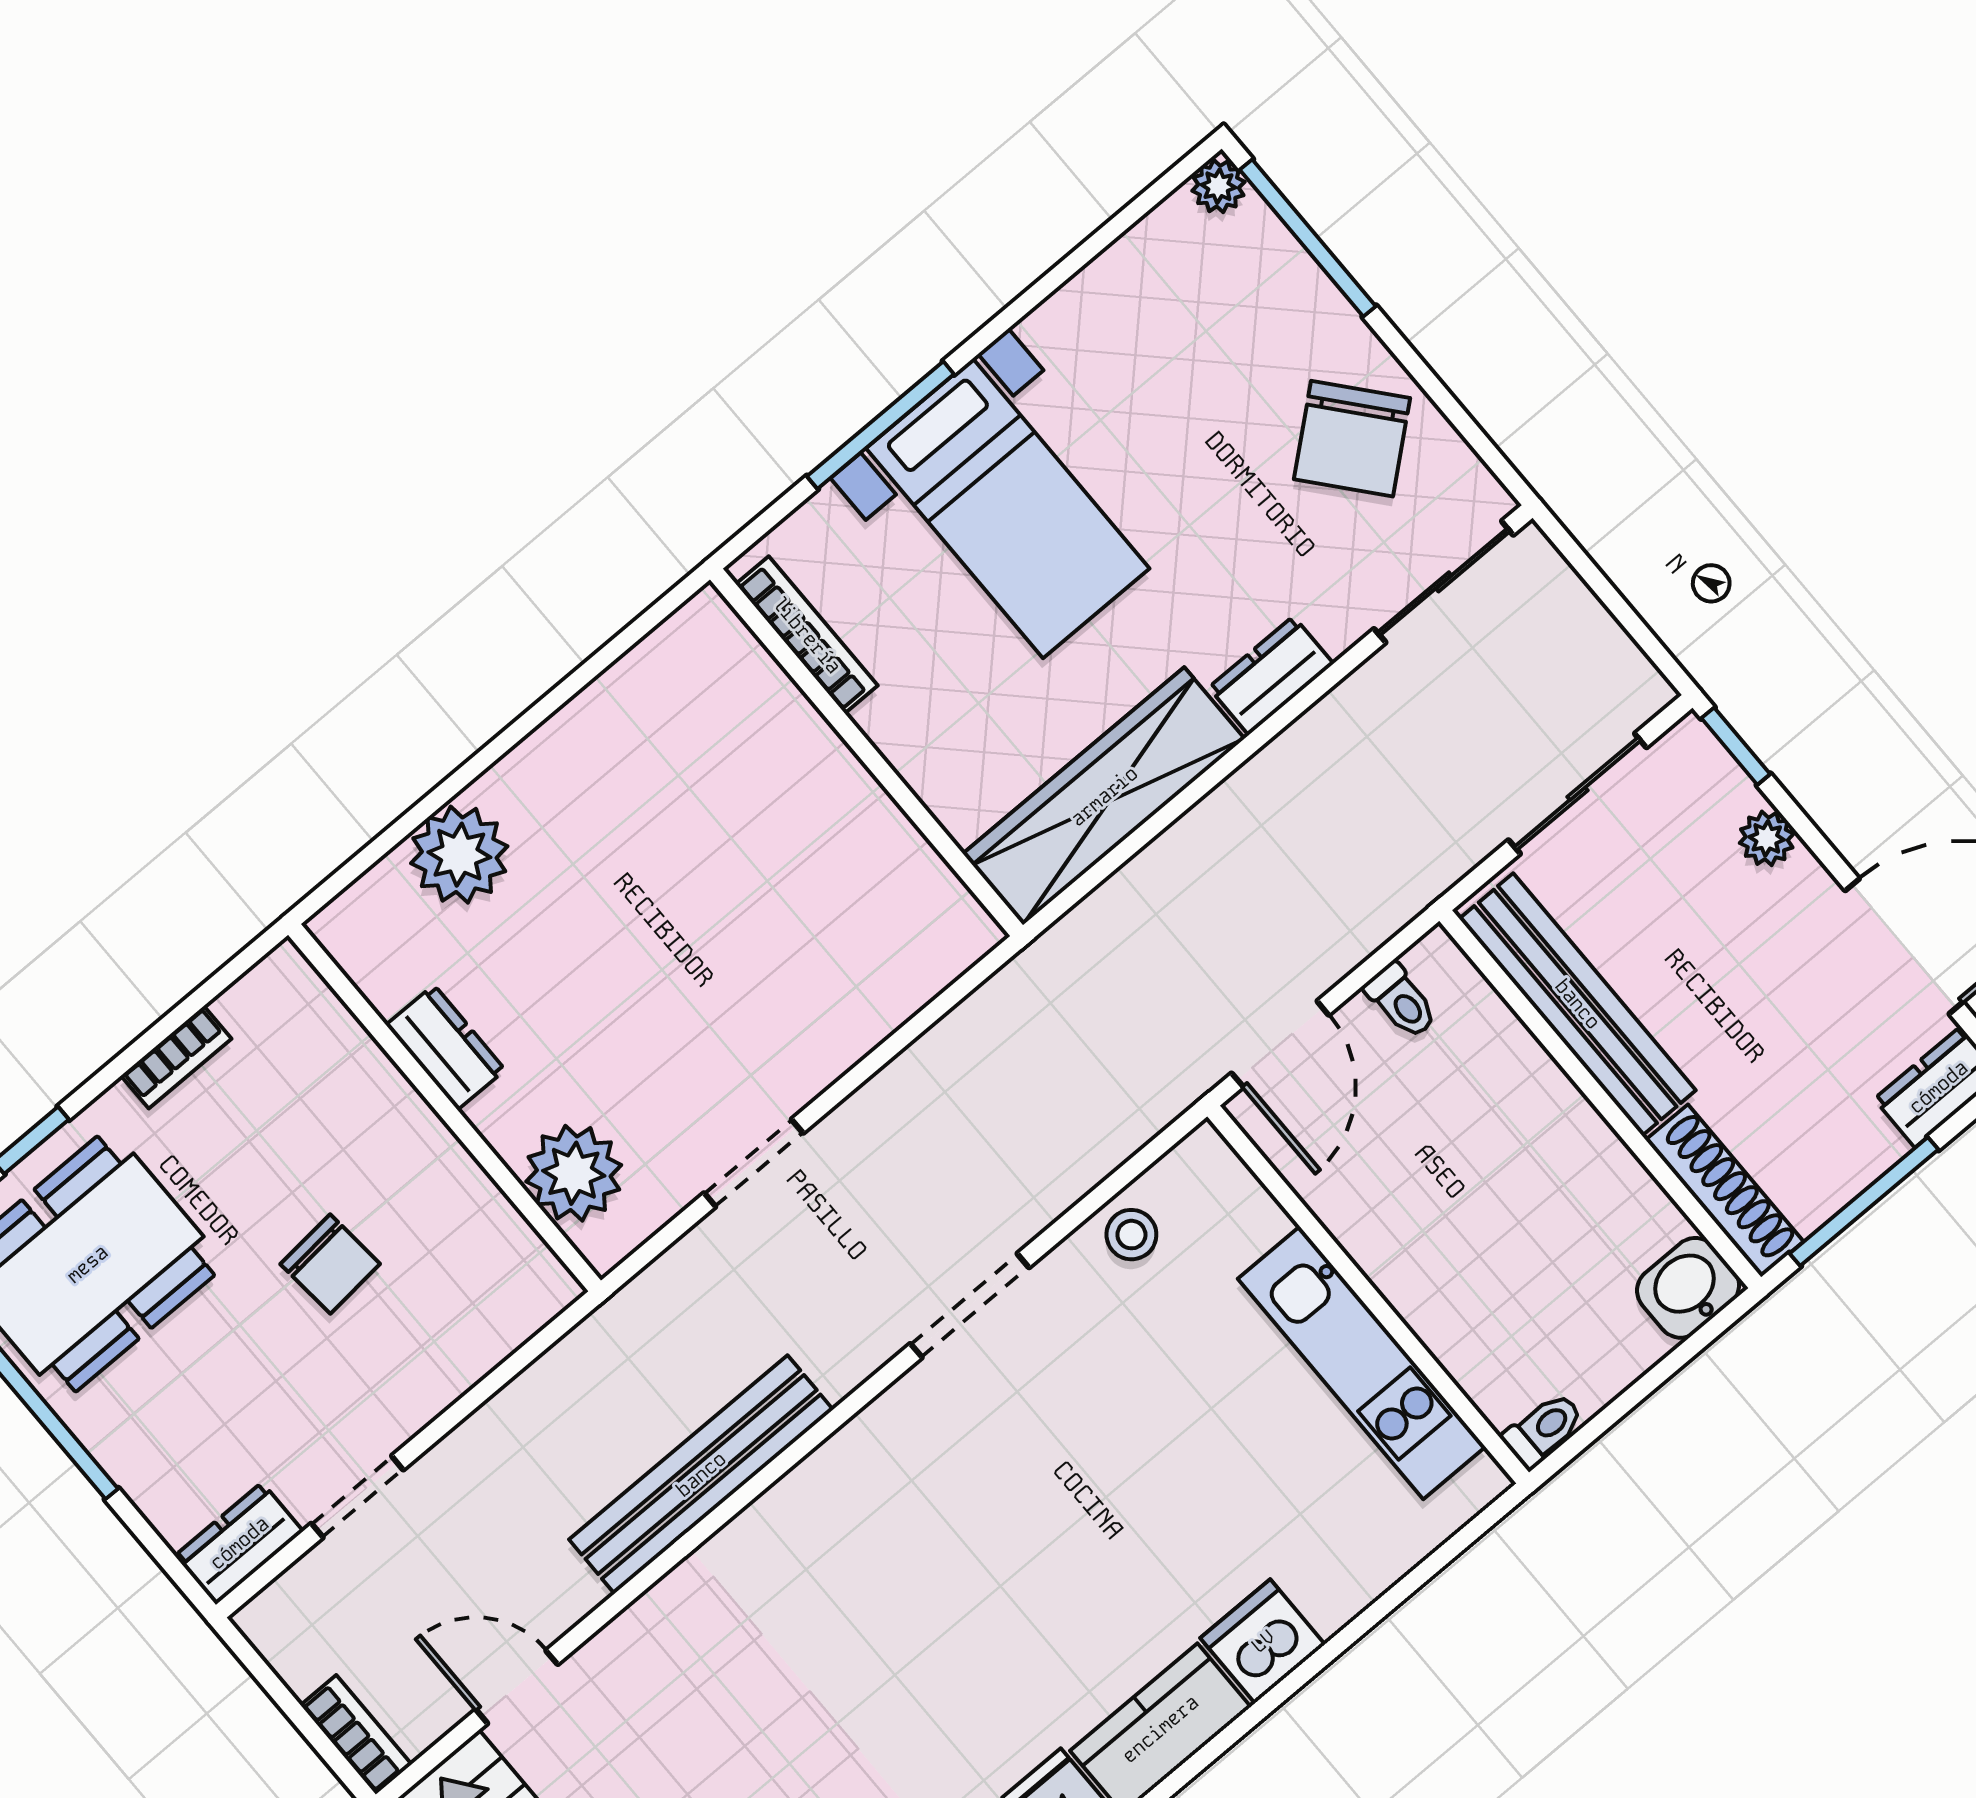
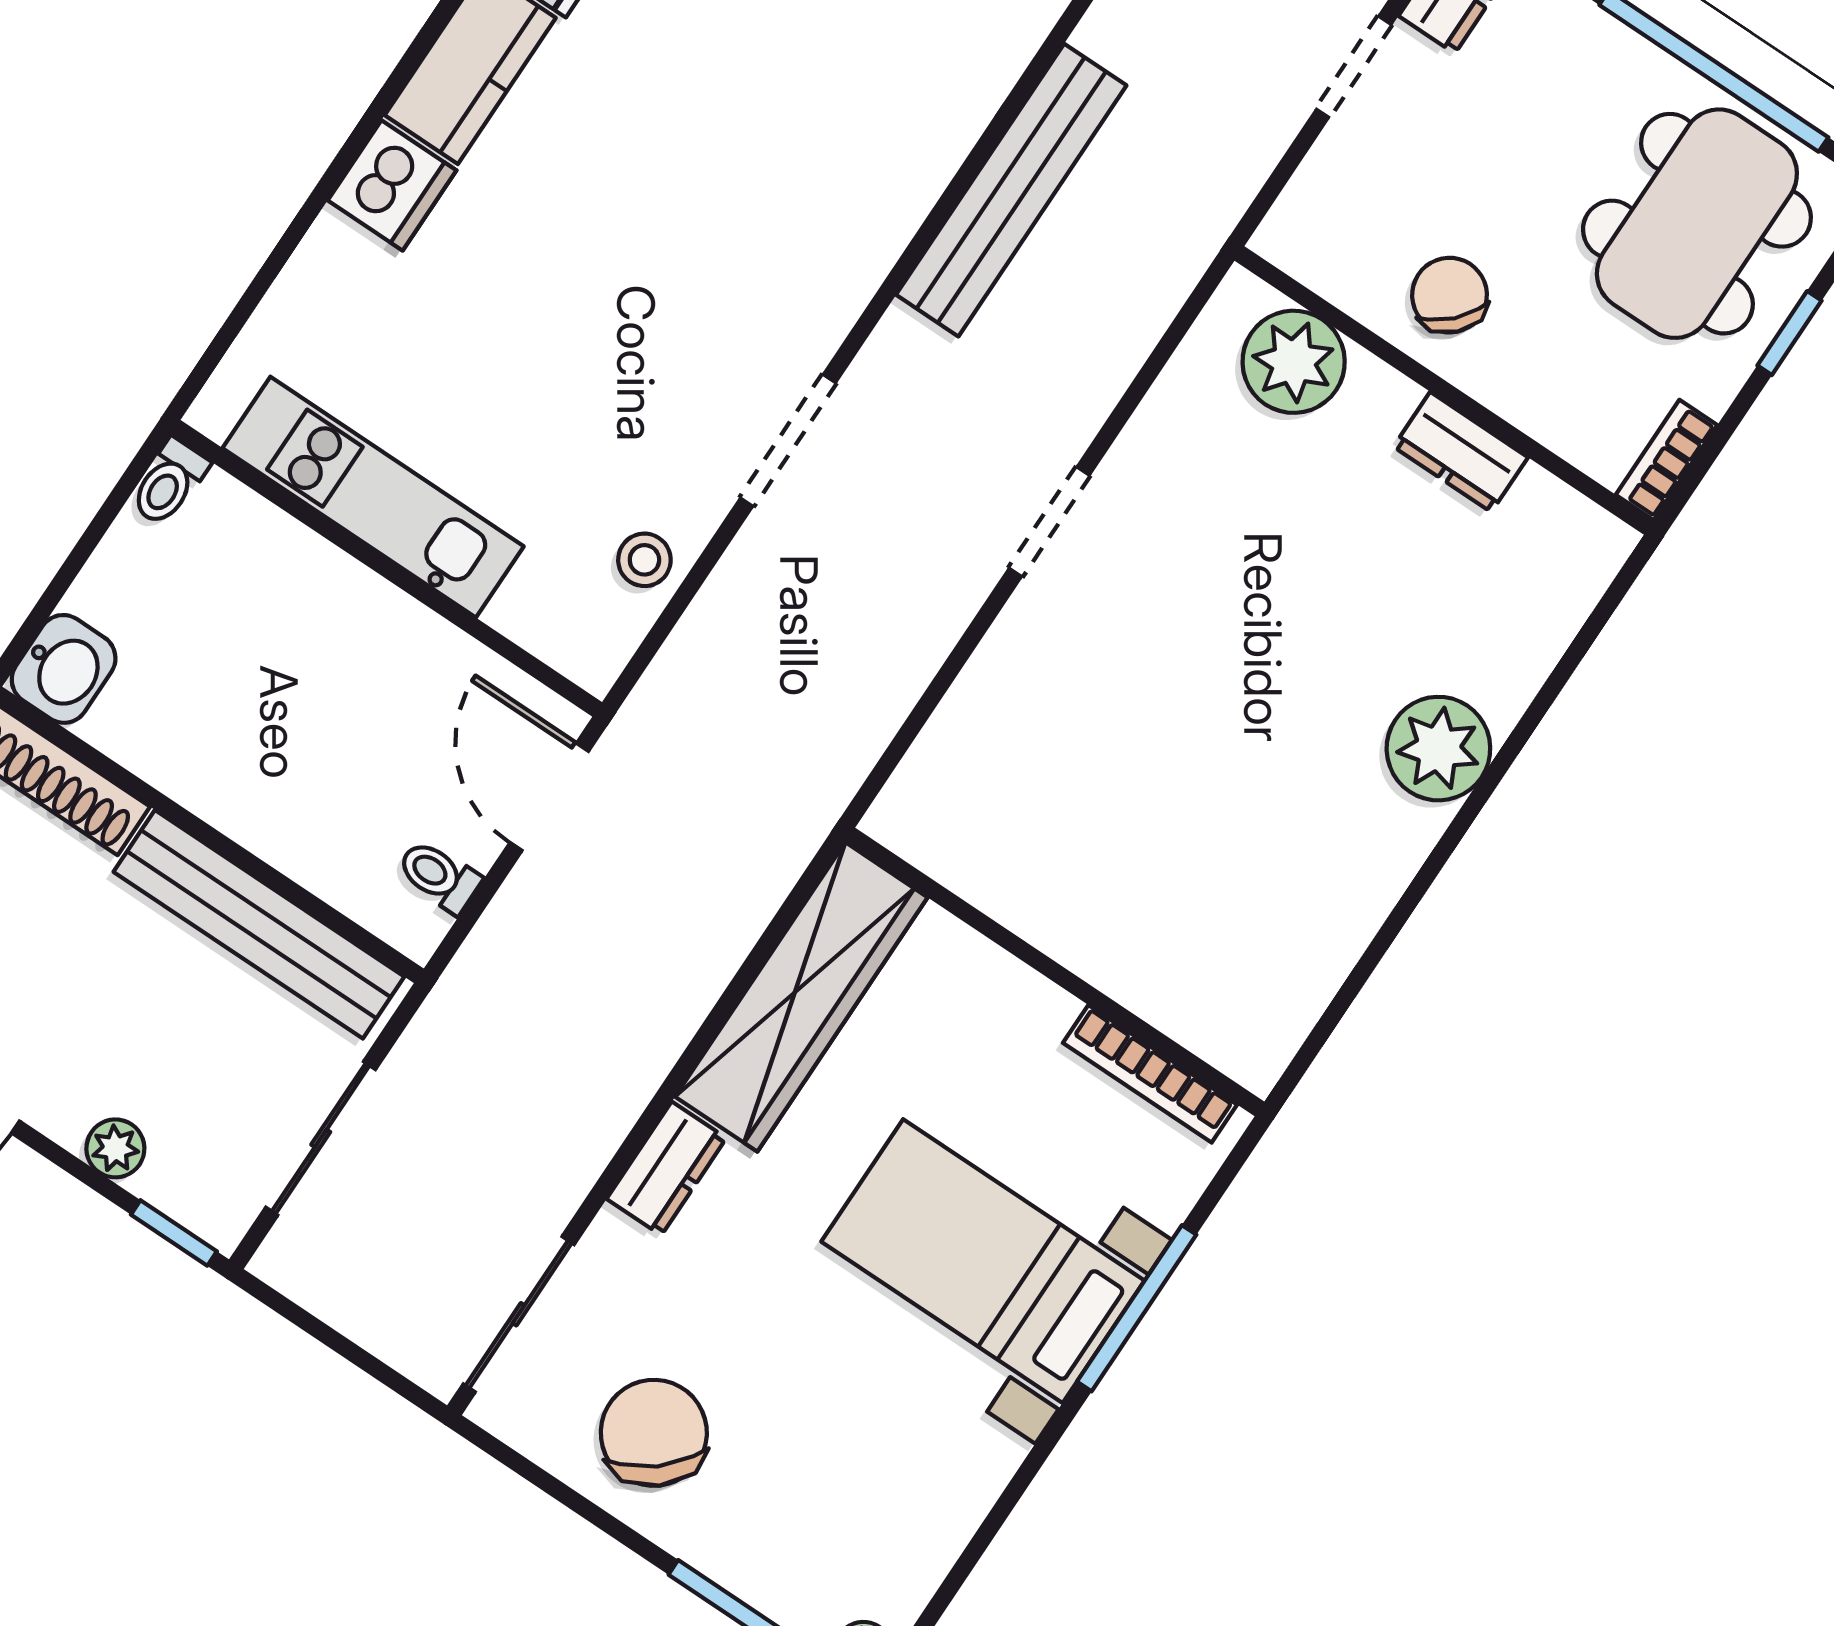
dresser: (446, 1047) -> (1461, 452), moved
wall: (445, 1108) -> (1444, 390), moved
plant: (574, 1173) -> (1294, 362), moved
chair: (330, 1264) -> (1450, 295), turned 49

